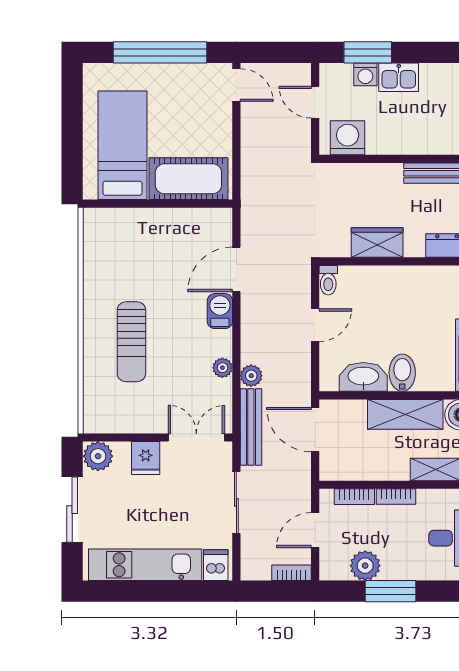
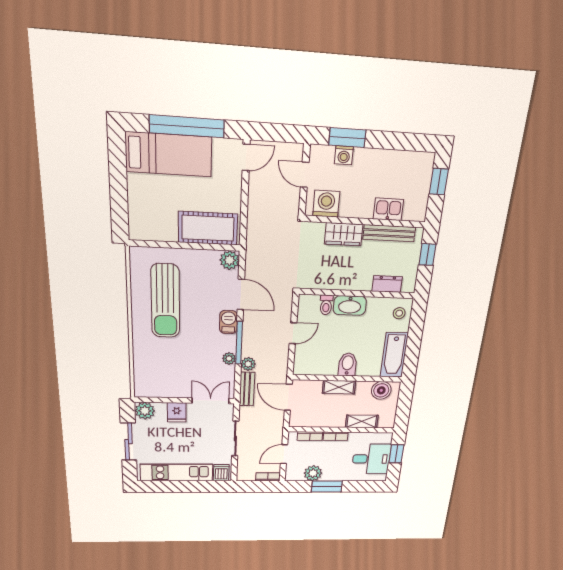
kitchen sink: (399, 77) -> (388, 209), moved, turned 180
door: (236, 85) -> (246, 157), hinge flipped
bed: (123, 145) -> (169, 154), moved, turned 90
plant: (219, 221) -> (230, 260), added
wardrobe: (377, 242) -> (344, 234), moved, turned 180
door: (236, 269) -> (241, 294), swing flipped
toilet: (328, 280) -> (326, 305), moved
sun lounger: (131, 342) -> (165, 301), moved, width x1.36, depth x1.34
window: (236, 343) -> (239, 343), added
washbasin: (363, 377) -> (350, 306), moved, turned 180
shelving: (405, 414) -> (339, 387), width x0.67, depth x0.75
bench: (251, 427) -> (247, 389), width x0.73

